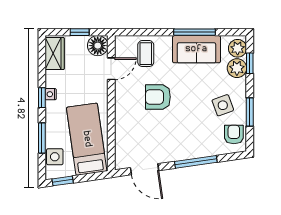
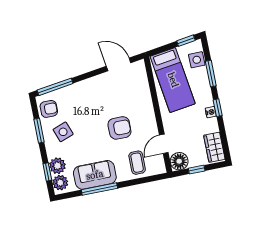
armchair: (234, 135) -> (49, 109), turned -90
window: (196, 162) -> (55, 87), moved

